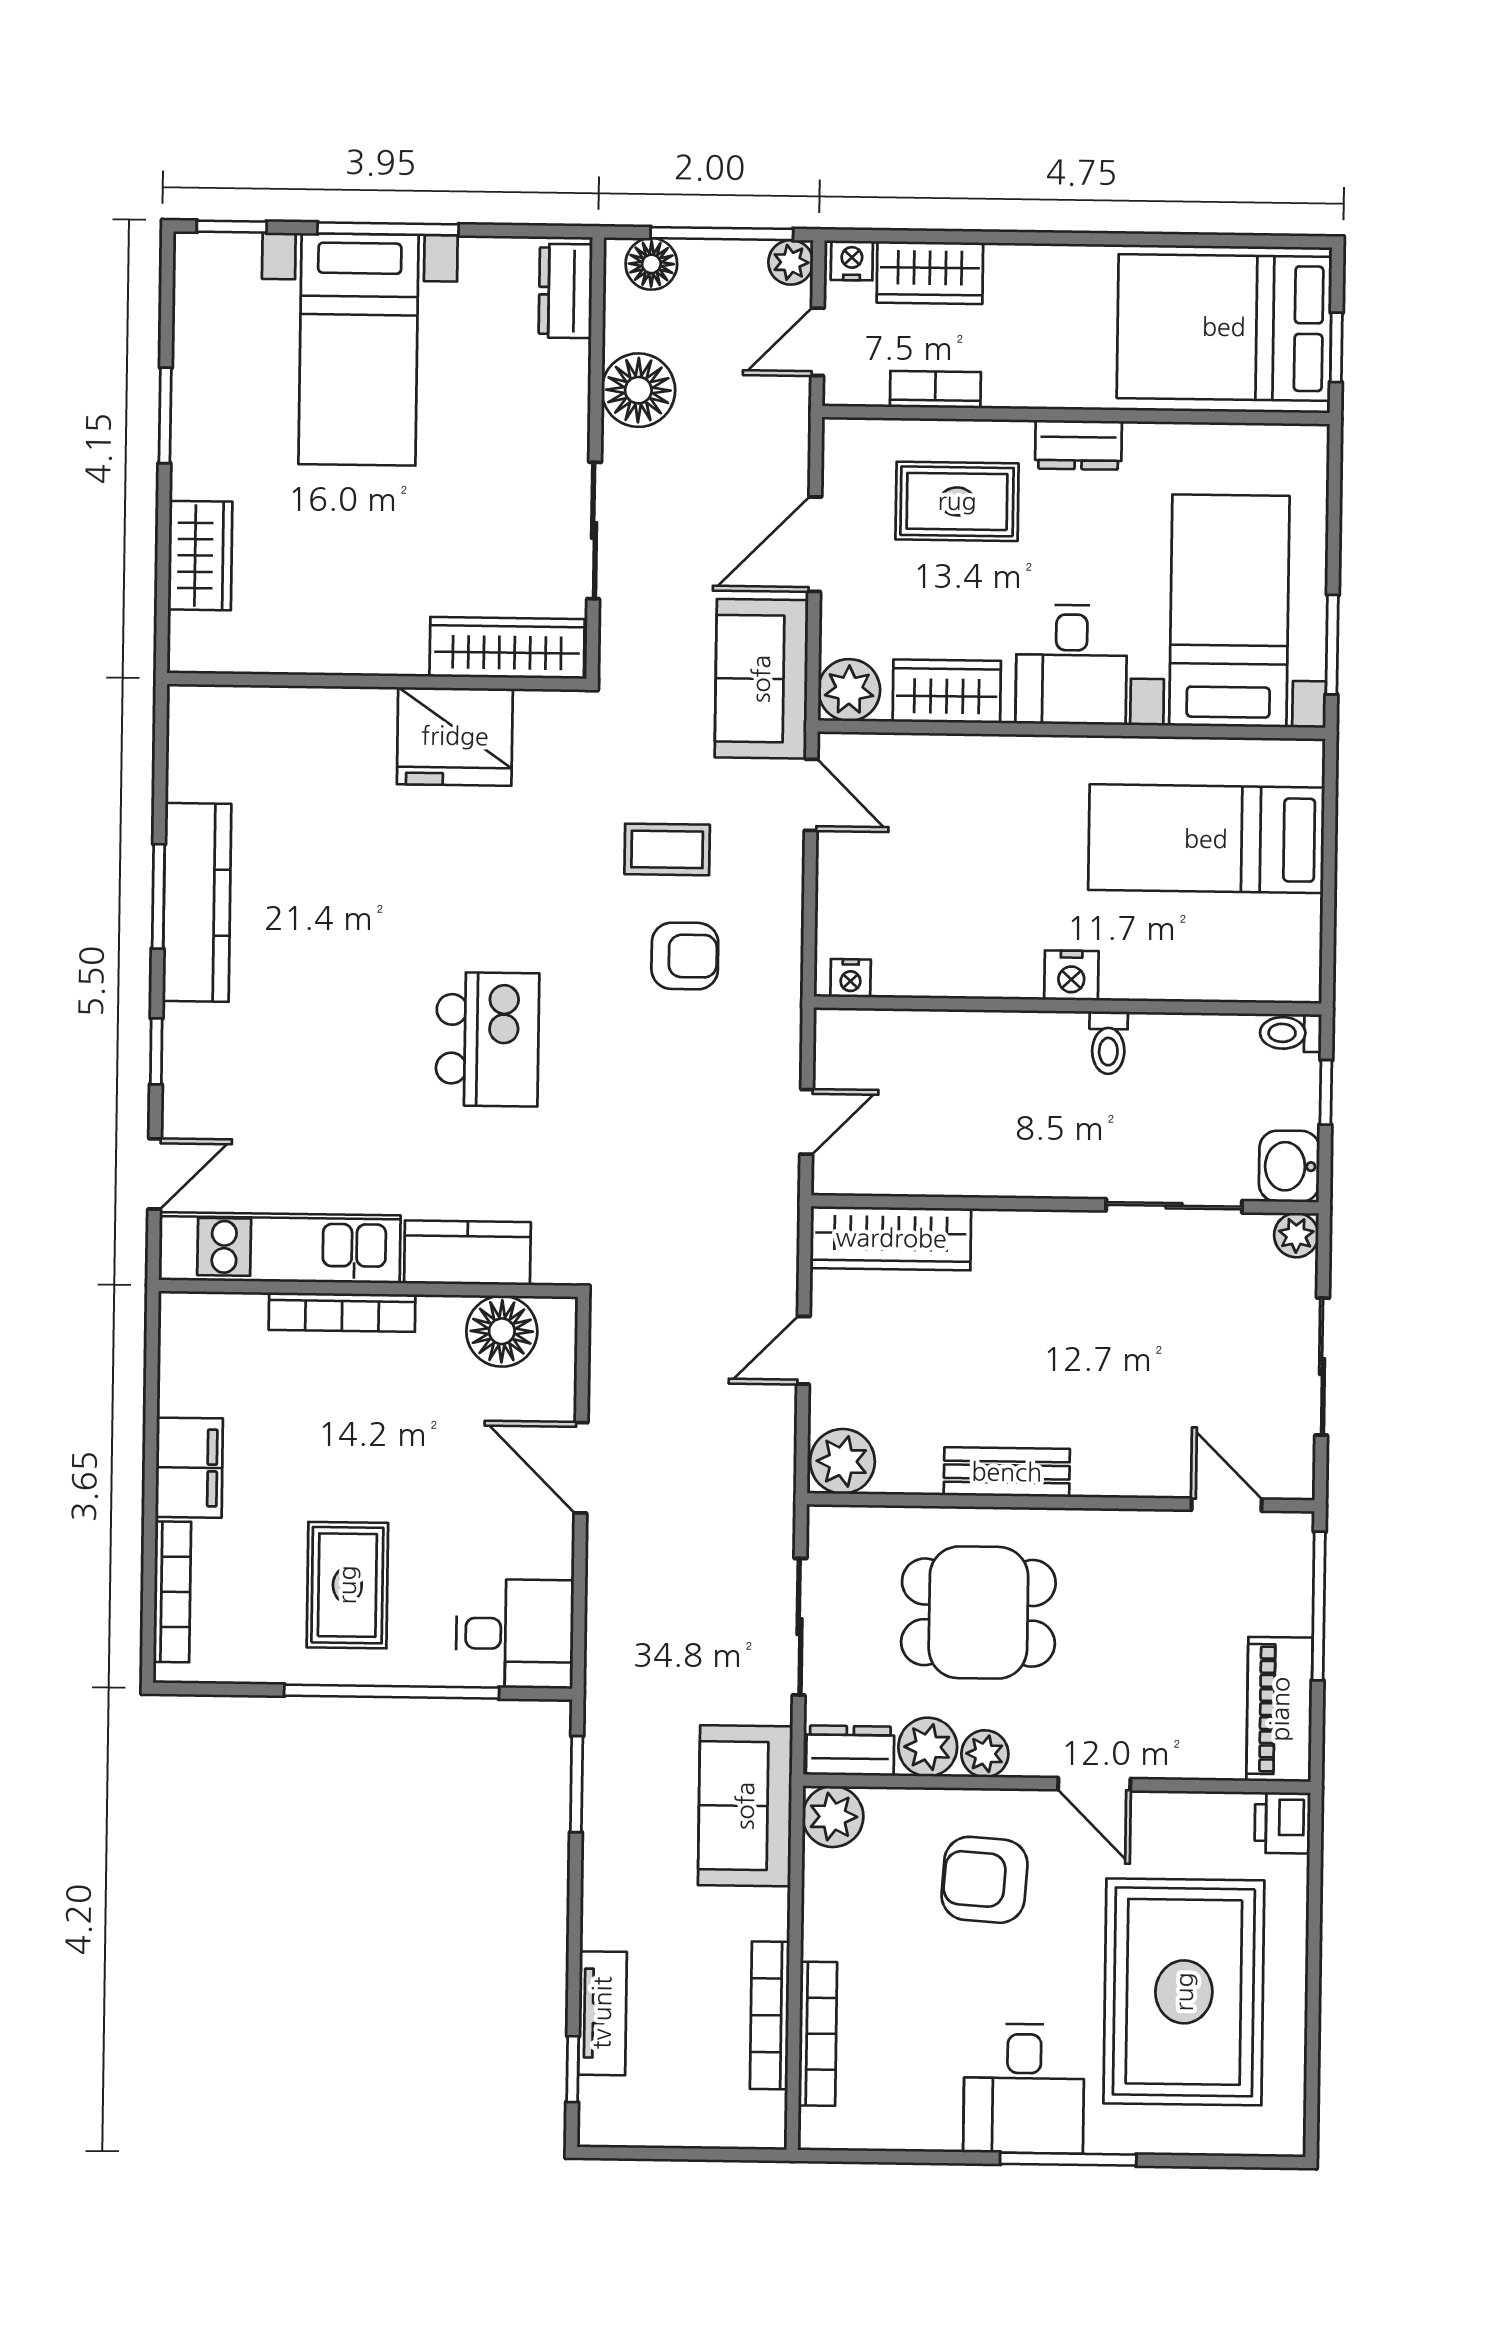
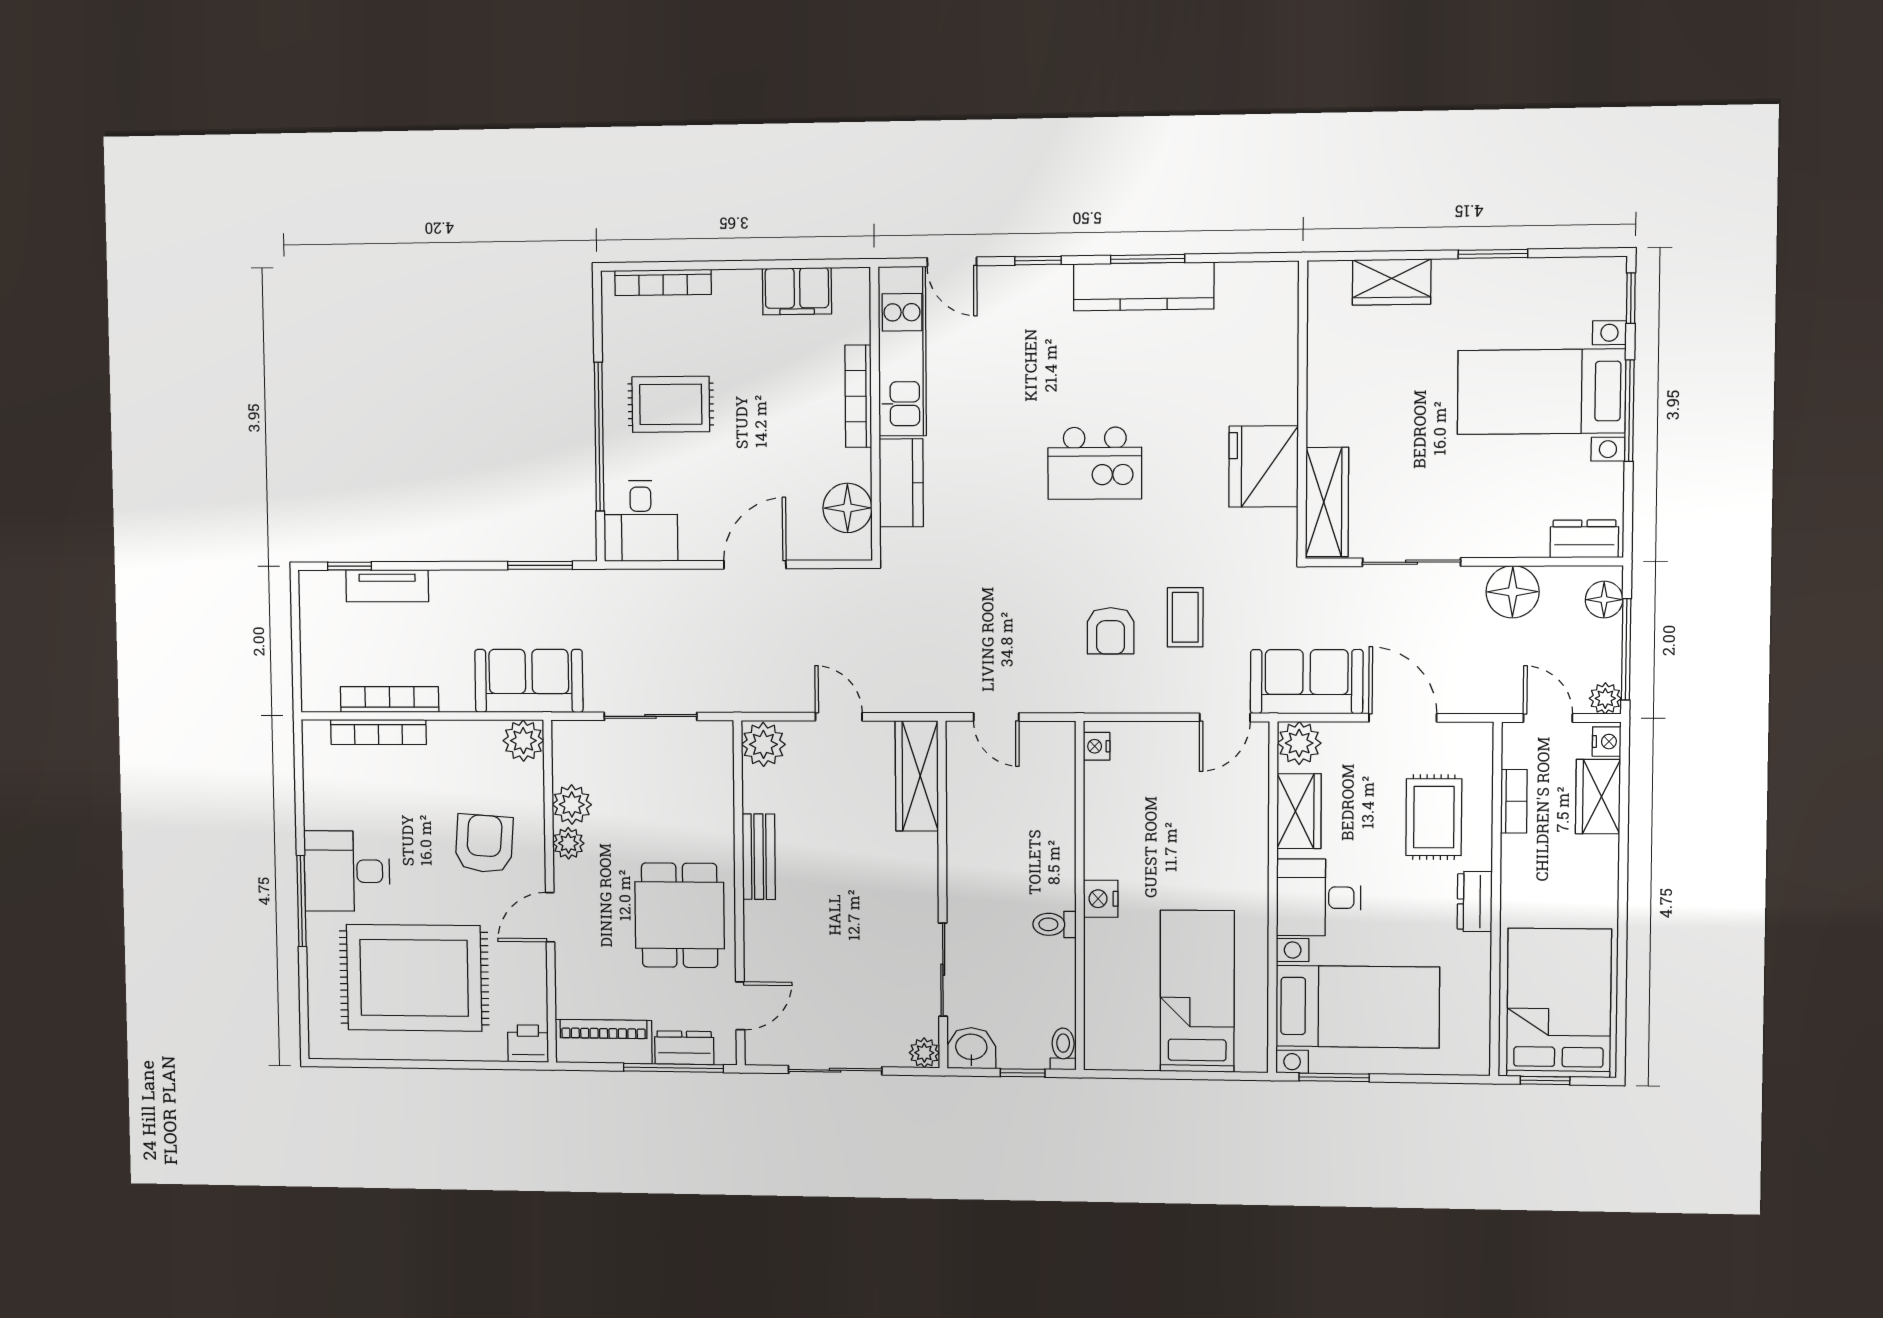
kitchen island: (487, 1039) -> (1095, 463), moved
filing cabinet: (189, 1468) -> (797, 291), moved
dining table: (978, 1613) -> (680, 915), moved
dresser: (850, 1751) -> (684, 1048), moved, turned -90

